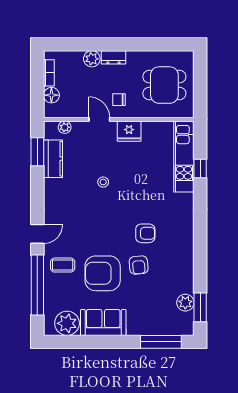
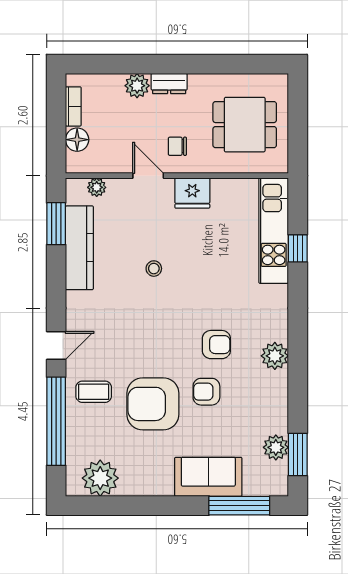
kitchen counter: (53, 159) -> (79, 248), width x1.50
plant: (185, 241) -> (275, 356), added
armchair: (139, 265) -> (206, 392), turned 95
sofa: (103, 322) -> (208, 477), moved

